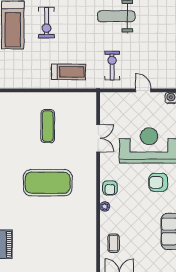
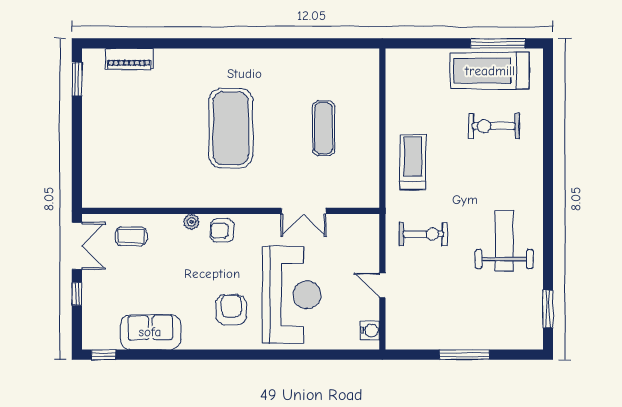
treadmill: (68, 72) -> (413, 162), turned 180
door: (143, 90) -> (382, 285), swing flipped
exercise mat: (48, 126) -> (324, 128), turned 90

